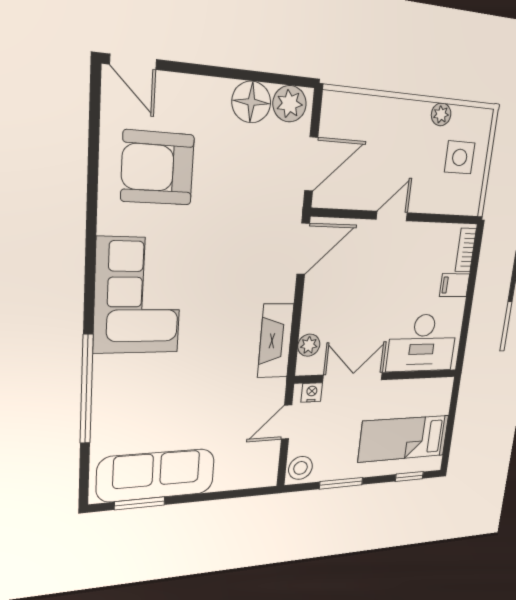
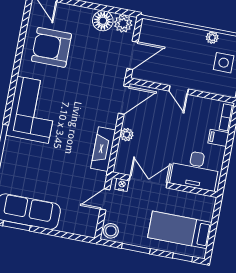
door: (392, 216) -> (179, 90), swing flipped
plant: (309, 345) -> (127, 135), moved

